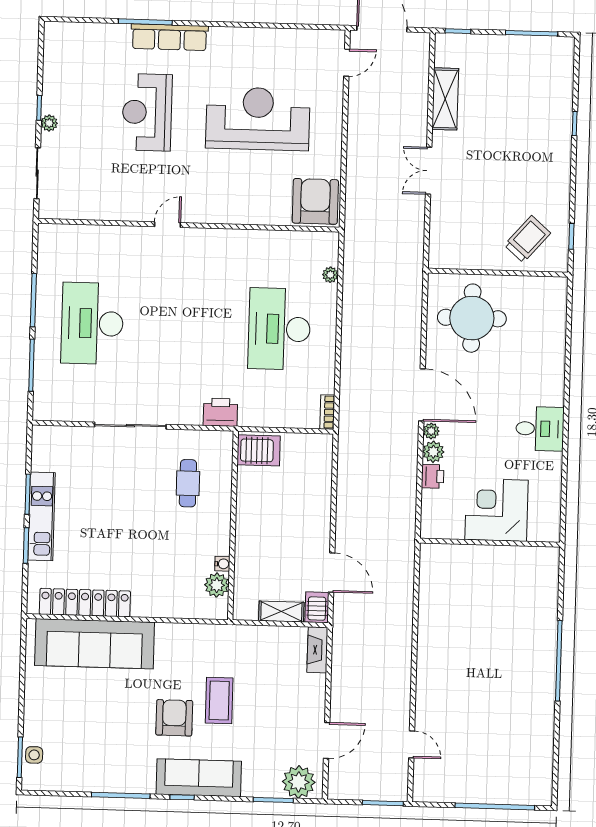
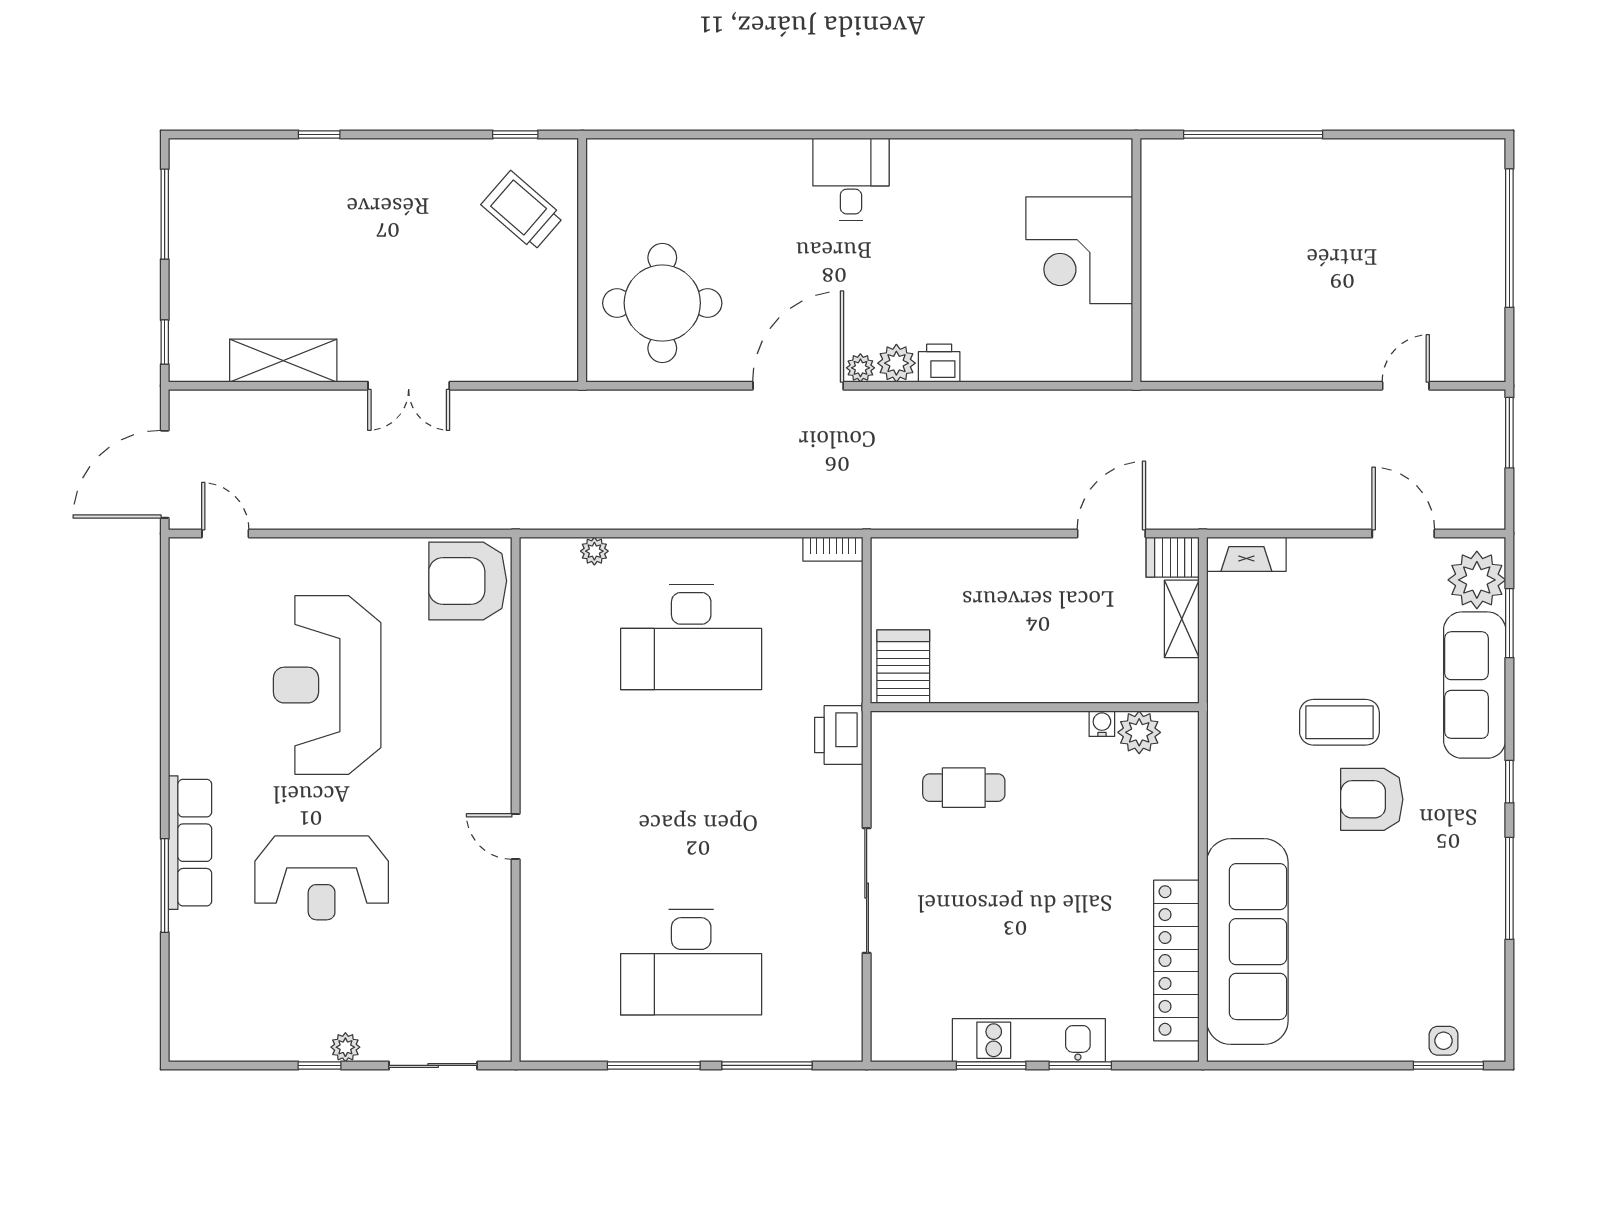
corner desk: (497, 510) -> (1079, 250), moved
wall: (490, 543) -> (1136, 260), moved
sofa: (199, 778) -> (1475, 685), moved

